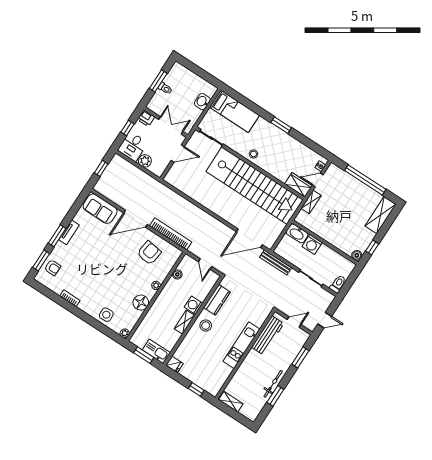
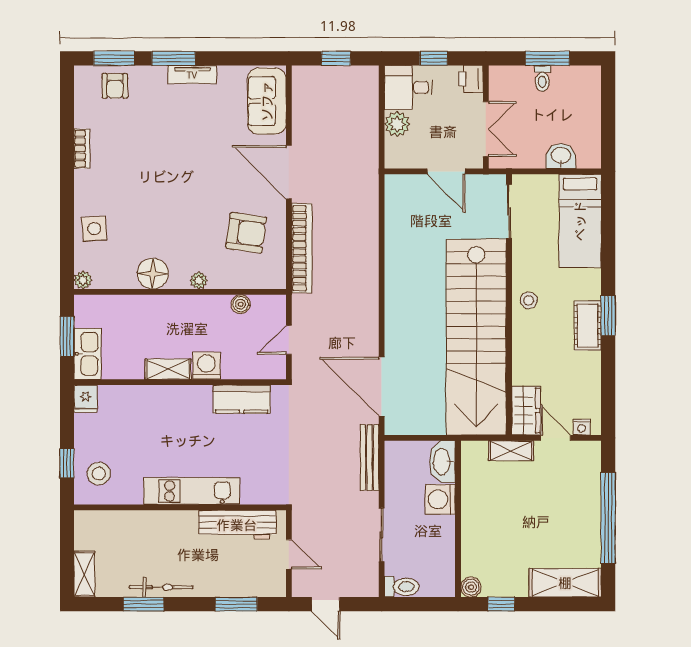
cot: (280, 136) -> (588, 326), added
stool: (206, 326) -> (99, 474), moved
shelving: (231, 402) -> (84, 574), moved

